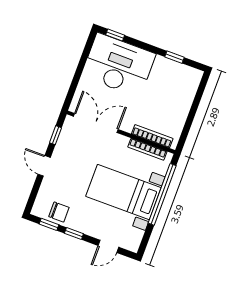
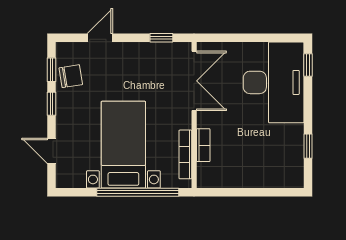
bookcase: (152, 136) -> (203, 145), width x0.64
door: (44, 166) -> (100, 38), moved
chair: (59, 212) -> (71, 76), turned -99

